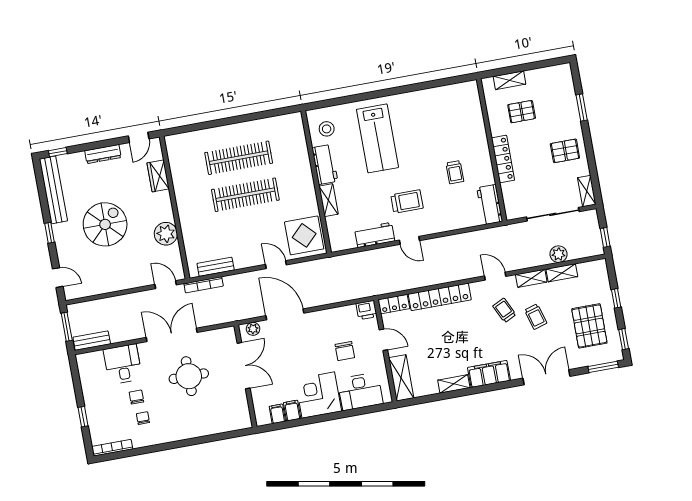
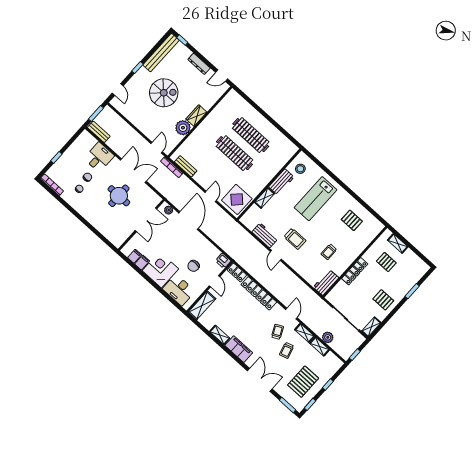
pallet: (438, 115) -> (352, 220), added
wardrobe: (158, 176) -> (196, 116), moved

